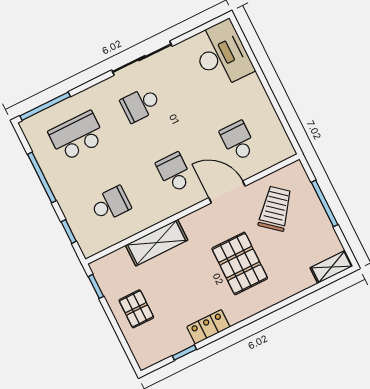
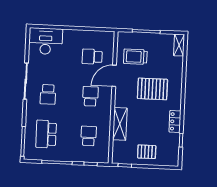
school desk: (174, 173) -> (90, 96), turned 90
trolley: (275, 209) -> (135, 57), turned -40

